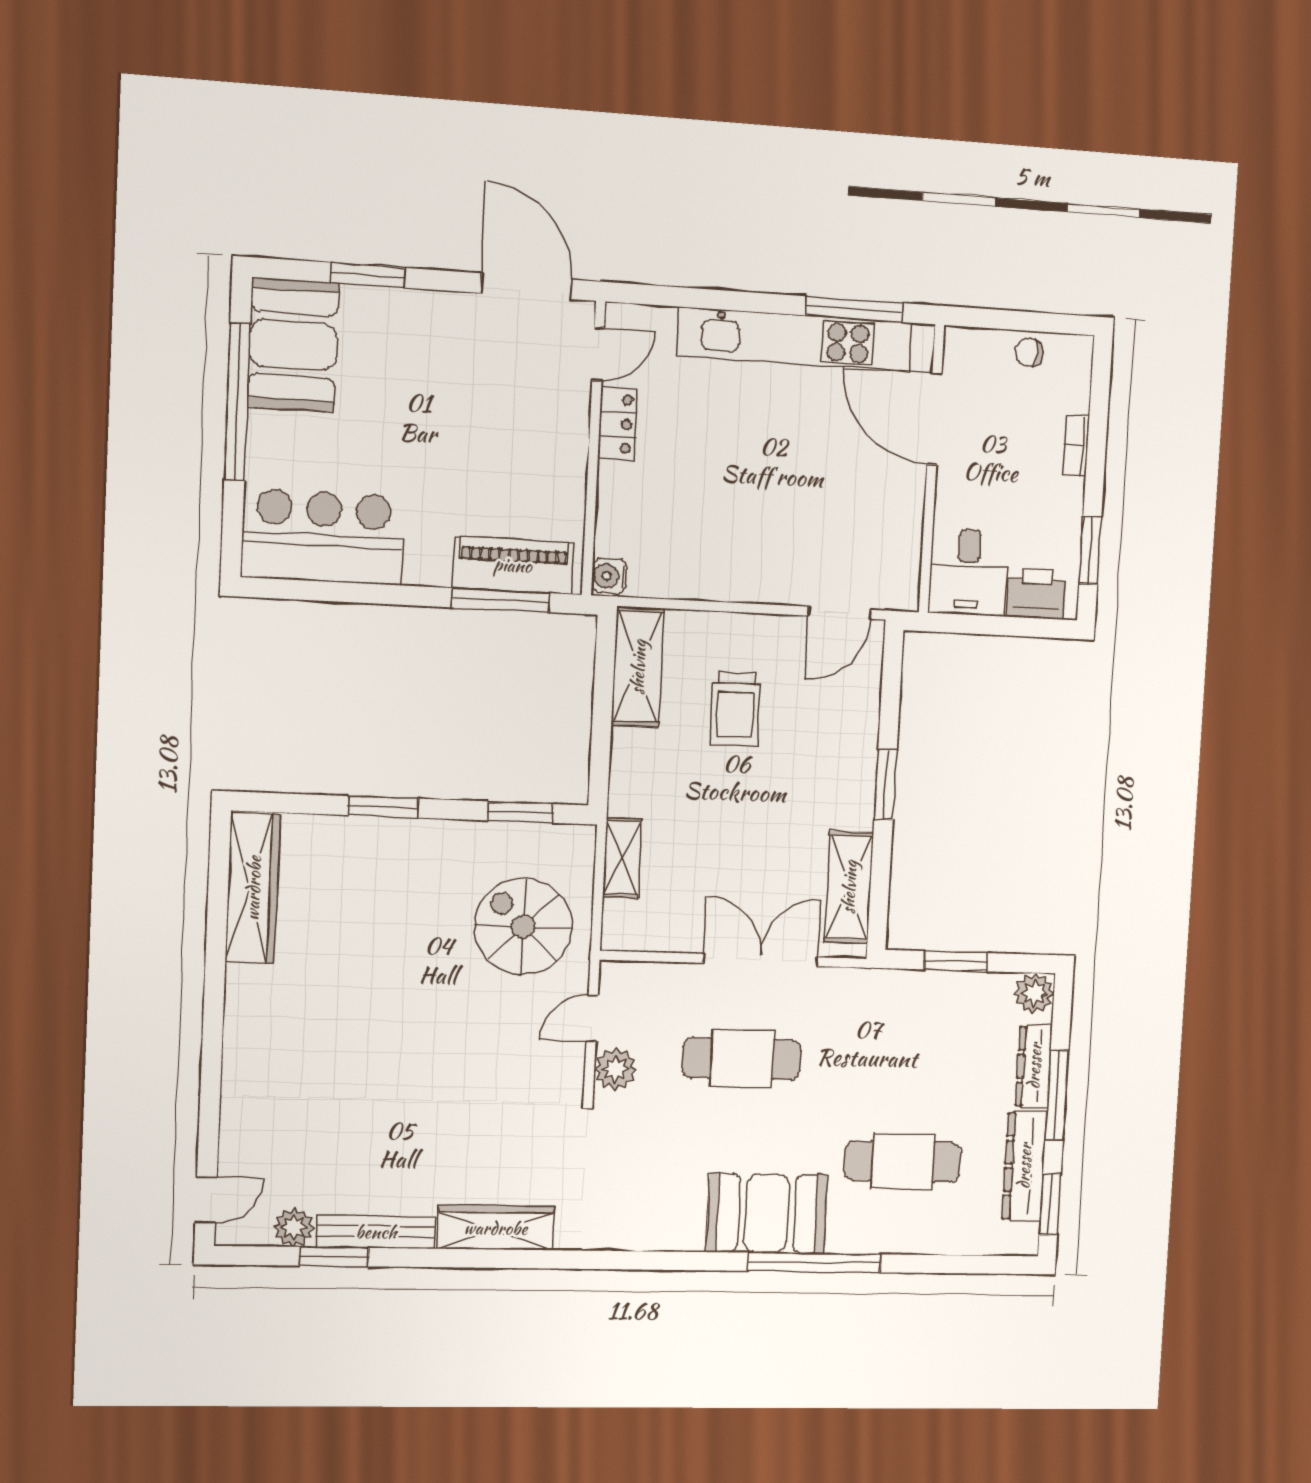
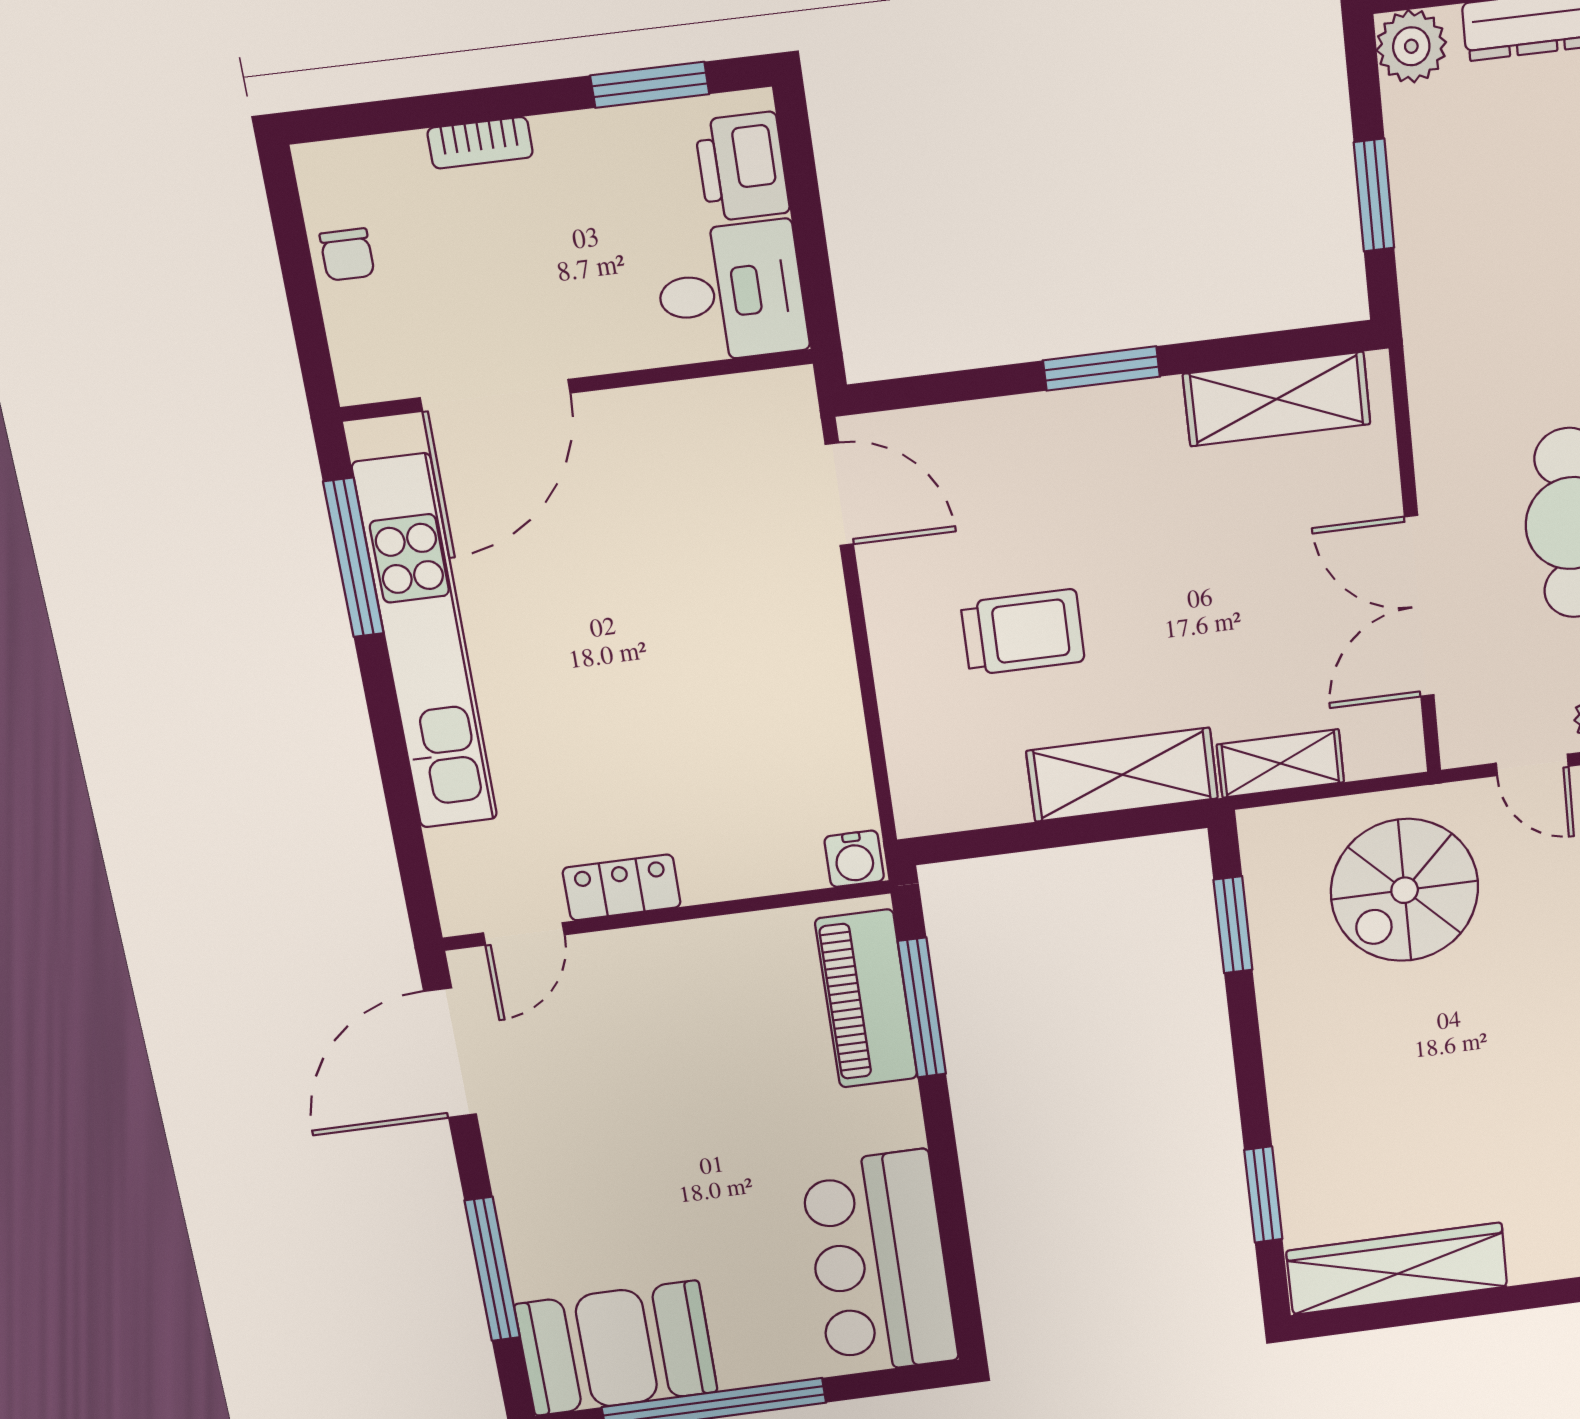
window: (368, 275) -> (492, 1269), width x1.44
door: (598, 354) -> (524, 934), swing flipped
shelving: (638, 667) -> (1122, 775), moved
window: (383, 807) -> (1263, 1195), moved
double door: (761, 960) -> (1419, 607), moved

